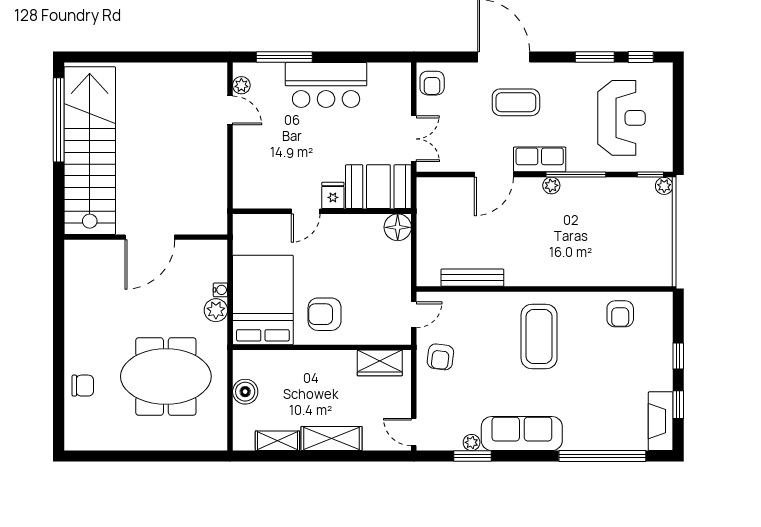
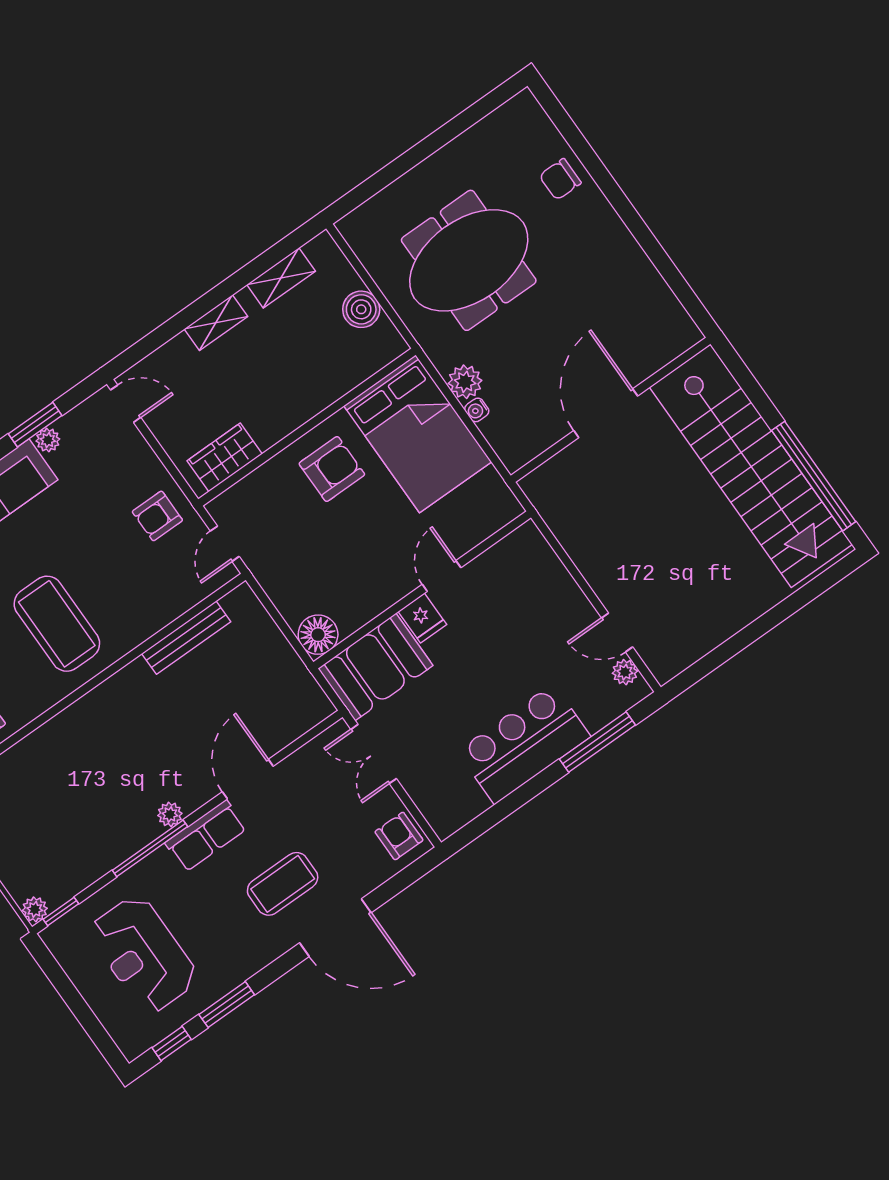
armchair: (440, 357) -> (157, 516), turned -97
shelving: (332, 439) -> (216, 323), width x0.67, depth x0.75

